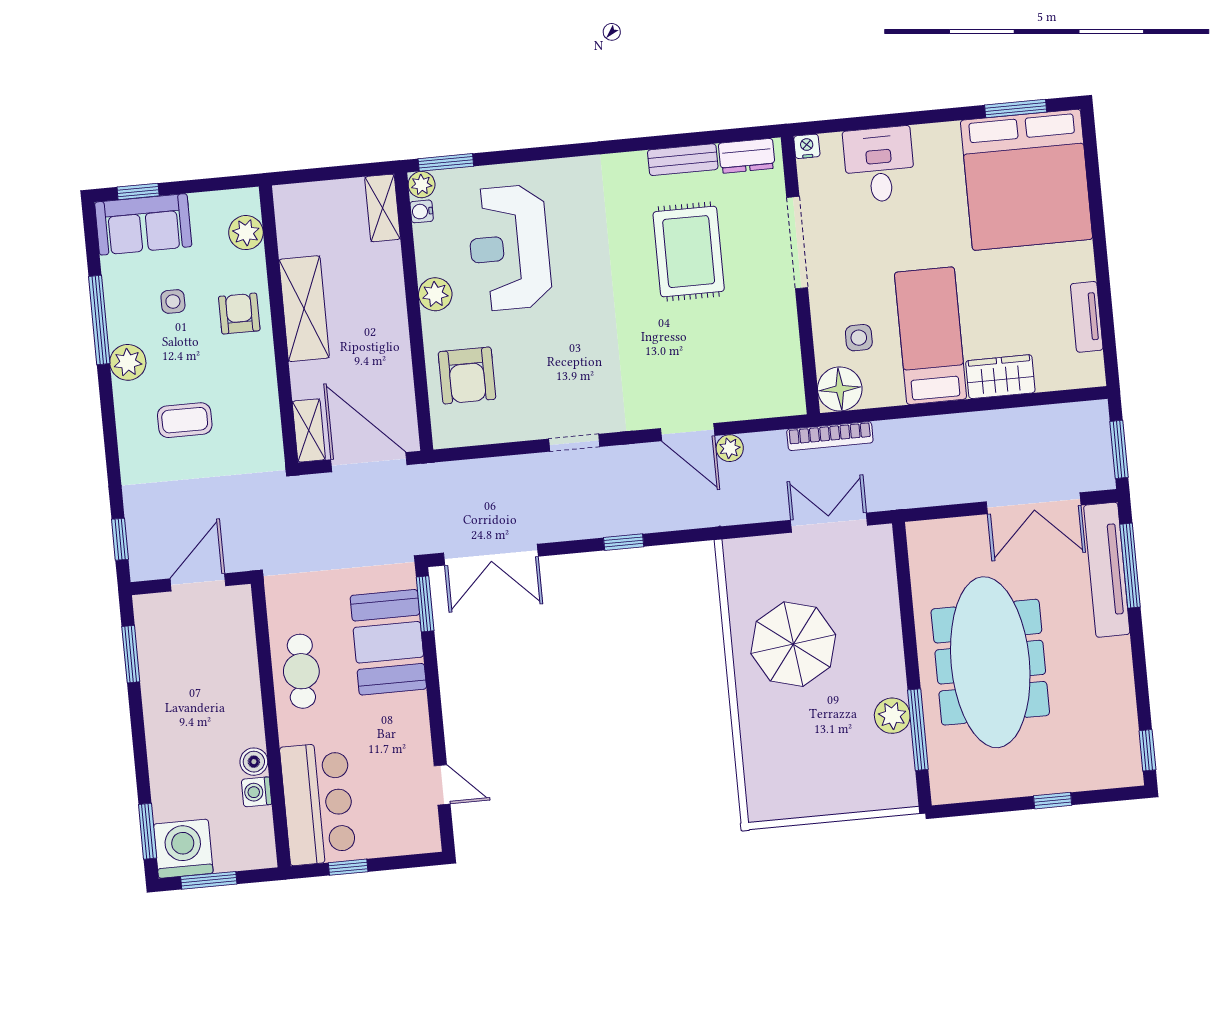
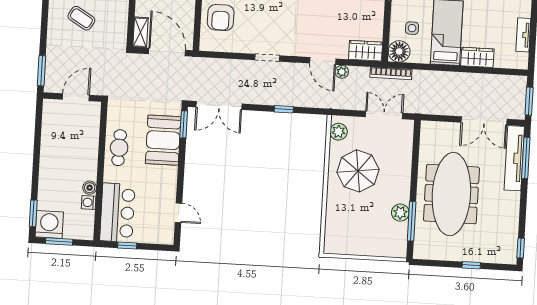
wardrobe: (771, 398) -> (366, 51), added
coffee table: (185, 420) -> (81, 18), turned 31
window: (120, 539) -> (41, 71), width x1.50
plant: (742, 571) -> (339, 132), added
window: (131, 654) -> (38, 127), removed

